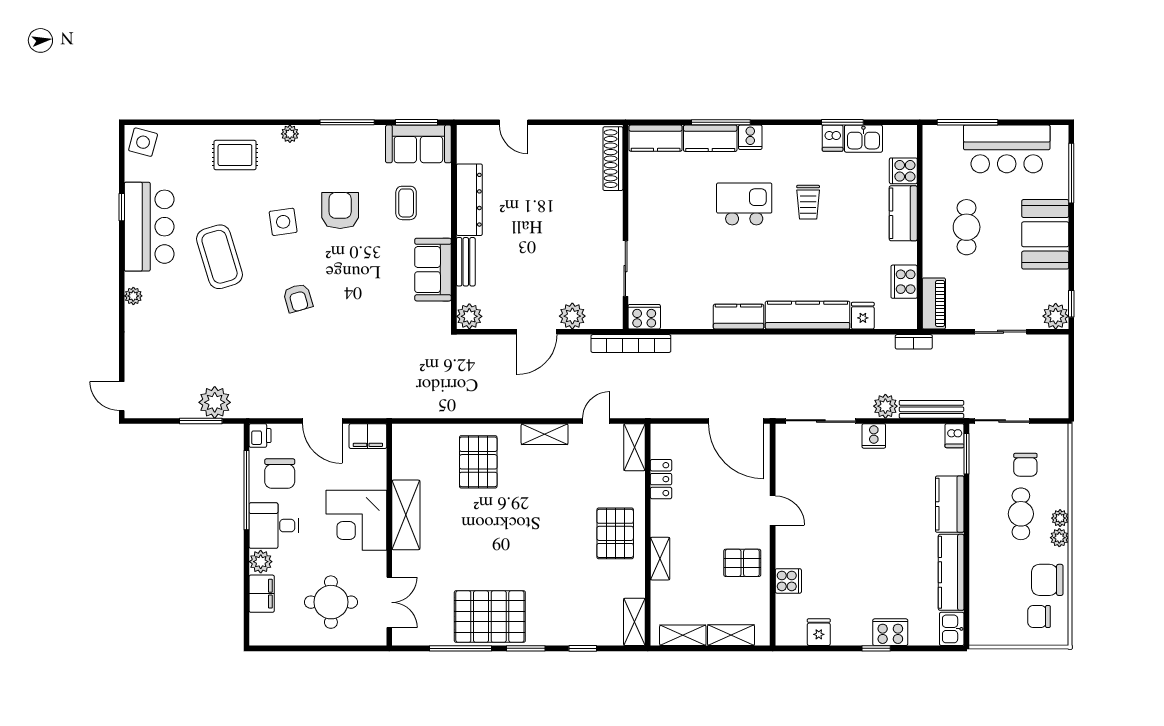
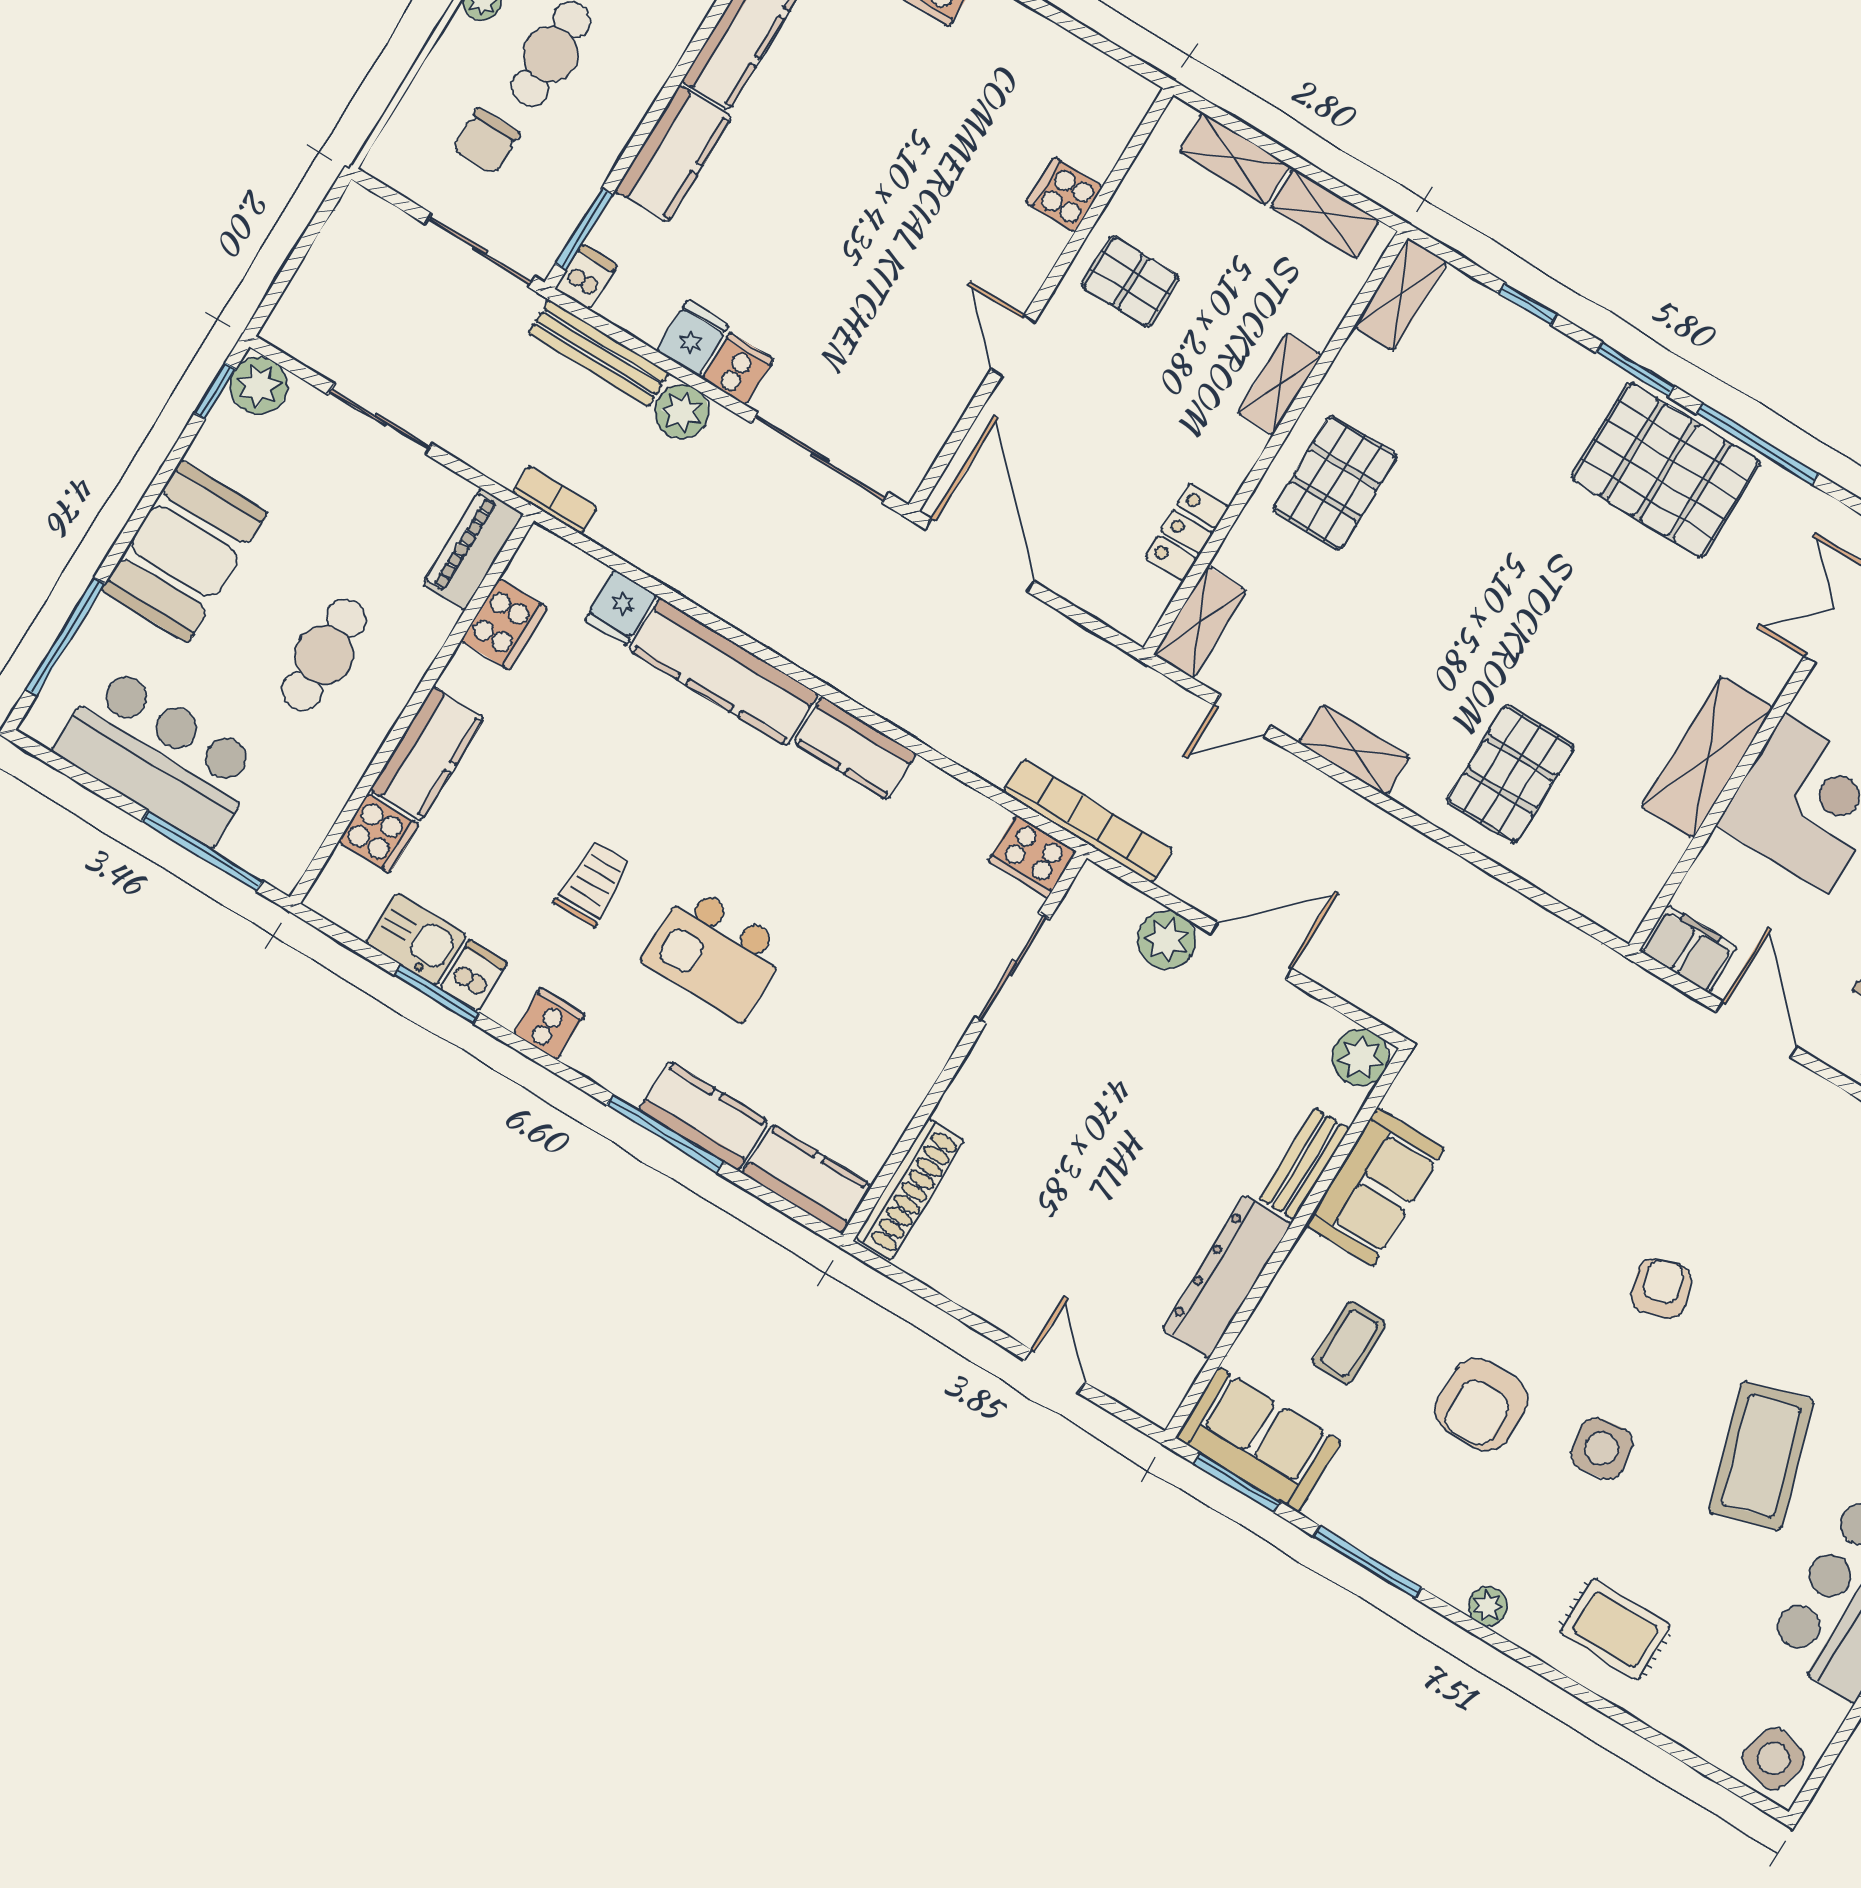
cooker: (750, 137) -> (549, 1024), moved
chair: (1025, 465) -> (486, 141), turned 180
fridge: (819, 632) -> (693, 338), moved, turned 180

